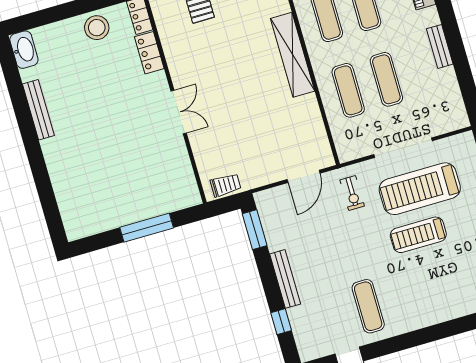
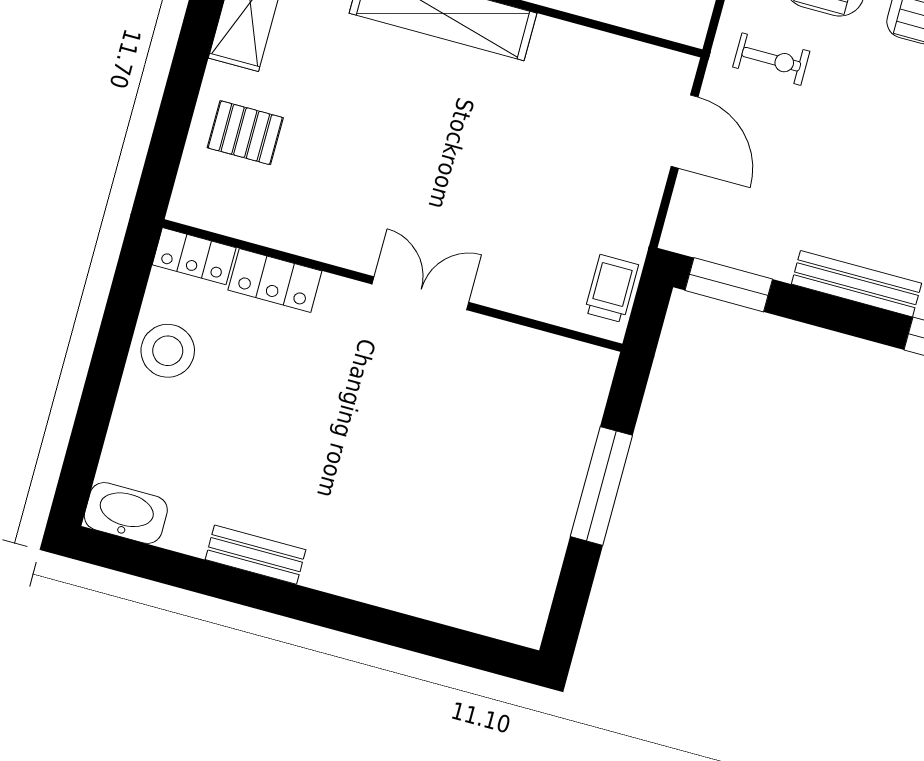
bench: (38, 110) -> (255, 555), width x0.73

